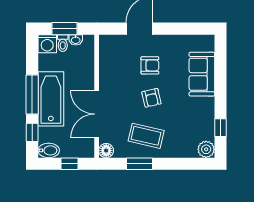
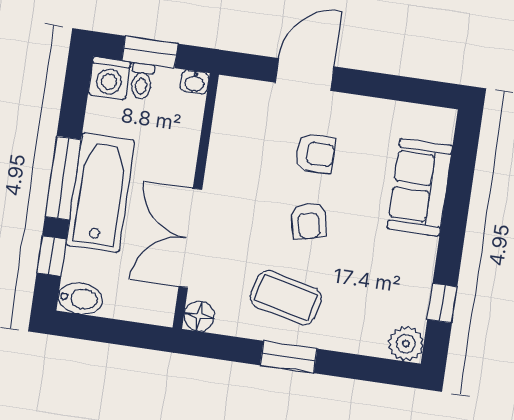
washbasin: (76, 40) -> (195, 82), moved
window: (70, 164) -> (119, 332), removed
window: (140, 164) -> (289, 357), moved

